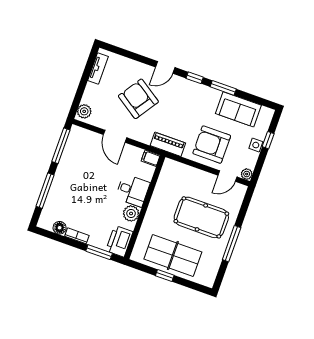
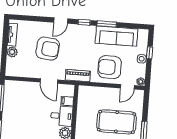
armchair: (138, 99) -> (48, 49), turned 152
sofa: (238, 109) -> (116, 36), width x1.36
plant: (84, 111) -> (12, 52), moved
door: (115, 136) -> (49, 81), moved
filing cabinet: (151, 158) -> (67, 101), moved

